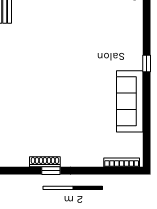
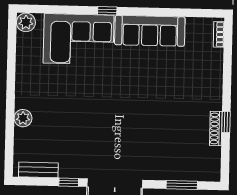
corner sofa: (121, 39) -> (79, 39), added
bookcase: (122, 162) -> (219, 34), width x0.64

